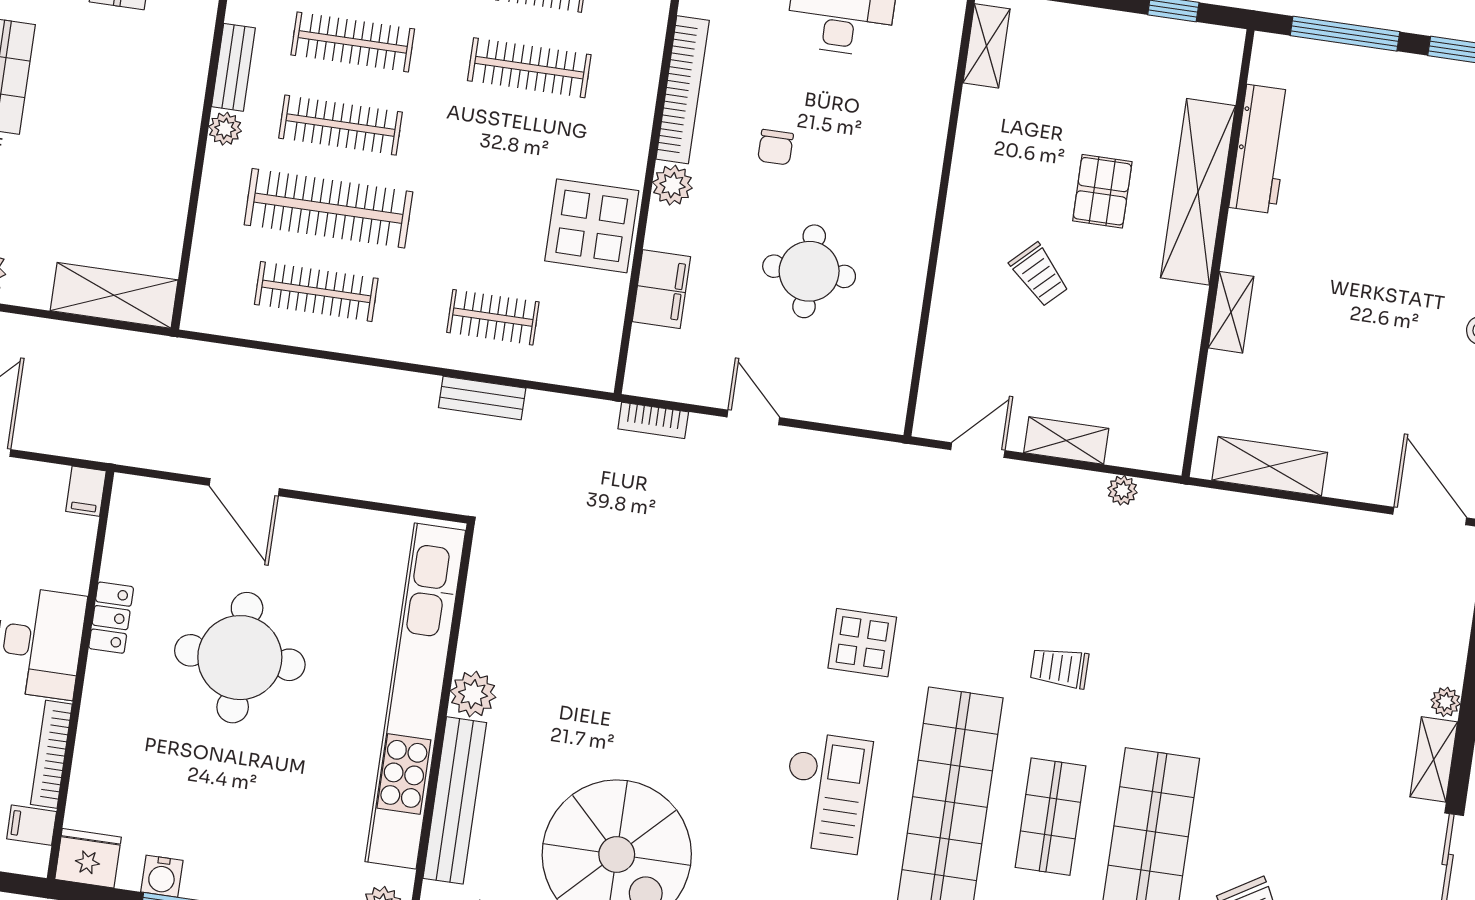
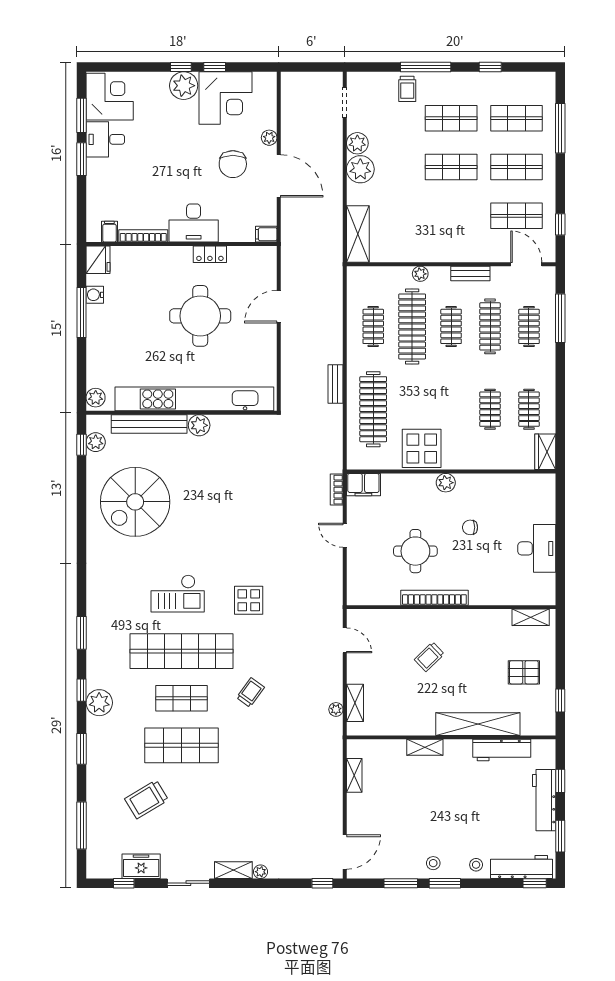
window: (1345, 34) -> (560, 781), width x0.46
clothes rail: (529, 68) -> (490, 409), width x0.73
workbench: (1381, 74) -> (544, 800), added
bookcase: (683, 90) -> (434, 598), moved, turned 180
clothes rail: (341, 125) -> (451, 326), width x0.73
plant: (225, 129) -> (420, 274), moved
pallet: (1102, 191) -> (524, 672), moved
filing cabinet: (661, 289) -> (363, 485), moved
clothes rail: (316, 291) -> (373, 326), width x0.73
clothes rail: (493, 317) -> (373, 409), width x1.86, depth x1.31
bench: (482, 398) -> (335, 384), moved
door: (753, 417) -> (345, 535), swing flipped
shelving: (1066, 441) -> (355, 703), moved
shelving: (1270, 466) -> (354, 775), width x0.67, depth x0.75
trolley: (1060, 668) -> (250, 692), turned 36

